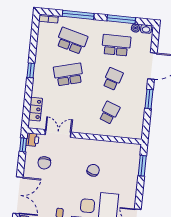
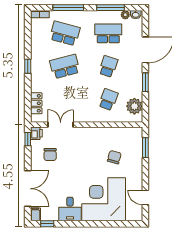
plant: (135, 122) -> (134, 106), added
chair: (93, 170) -> (114, 157), moved

